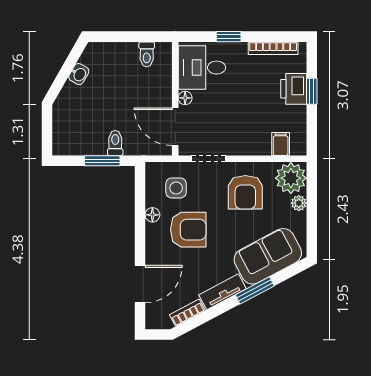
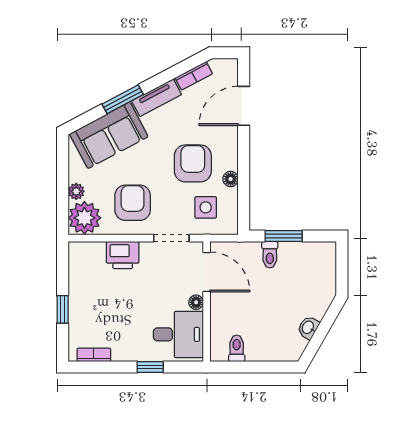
bookcase: (273, 48) -> (94, 355), width x0.64
printer: (294, 89) -> (123, 255), moved, turned 90
filing cabinet: (281, 144) -> (95, 254), removed
armchair: (188, 230) -> (193, 163), turned 90

